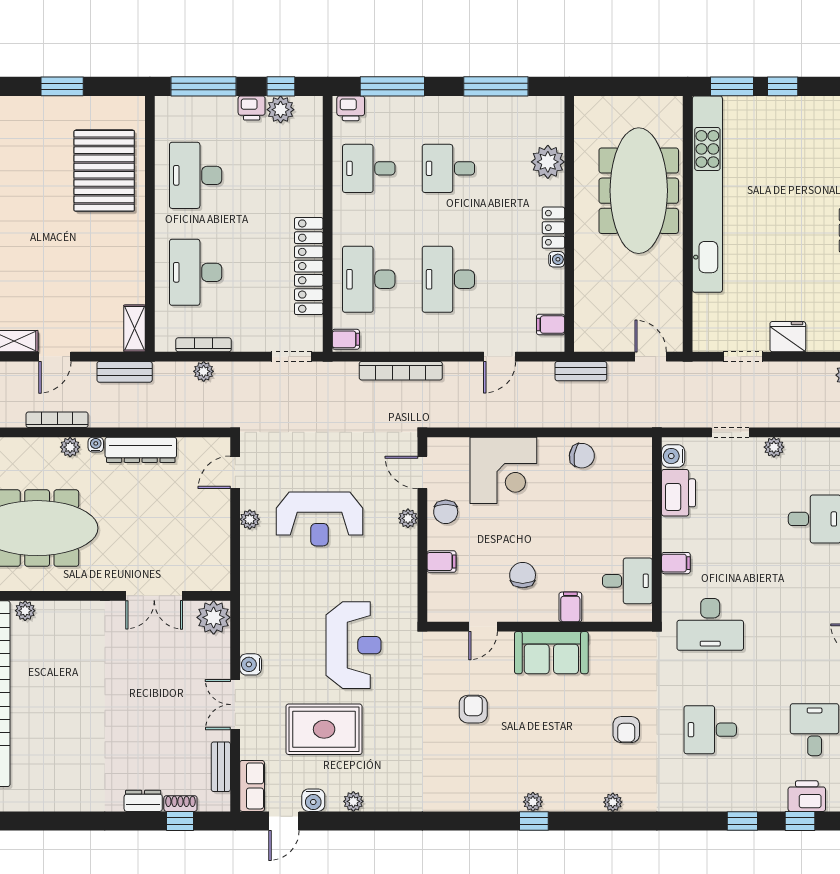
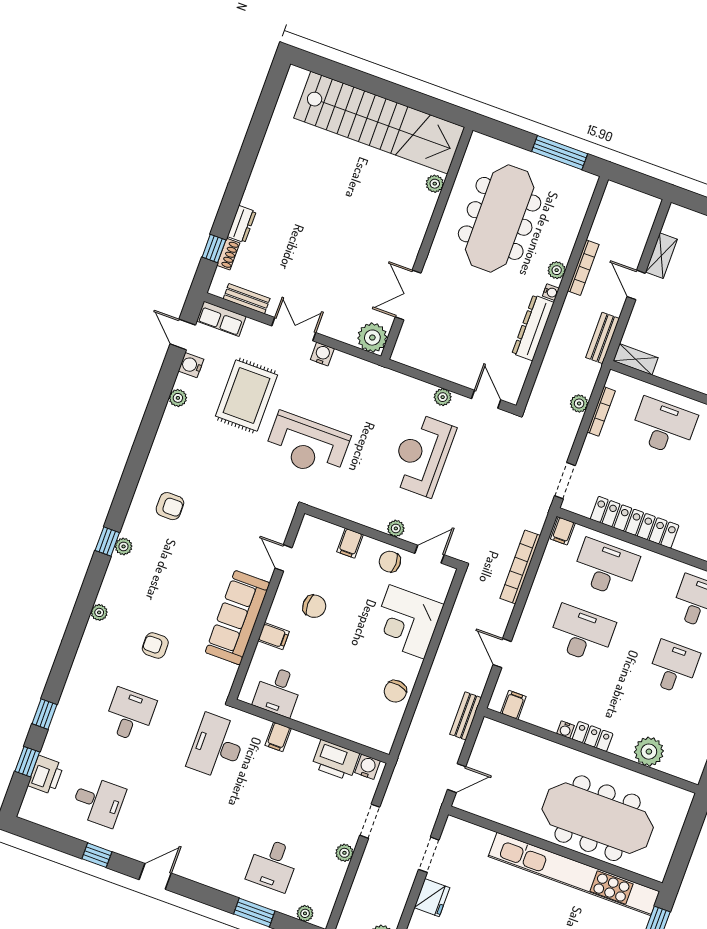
sofa: (551, 653) -> (237, 618), width x1.36
armchair: (473, 709) -> (170, 506), moved

